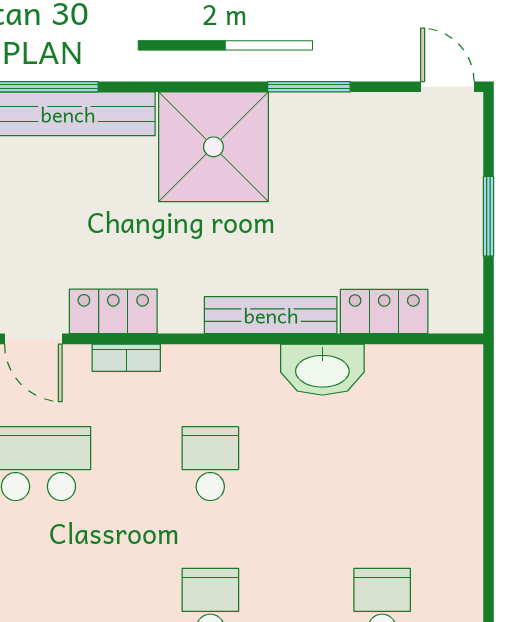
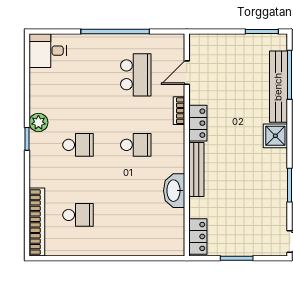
shower: (213, 147) -> (275, 136), width x0.54, depth x0.54
locker: (113, 311) -> (198, 123), moved
locker: (384, 312) -> (198, 236), moved

